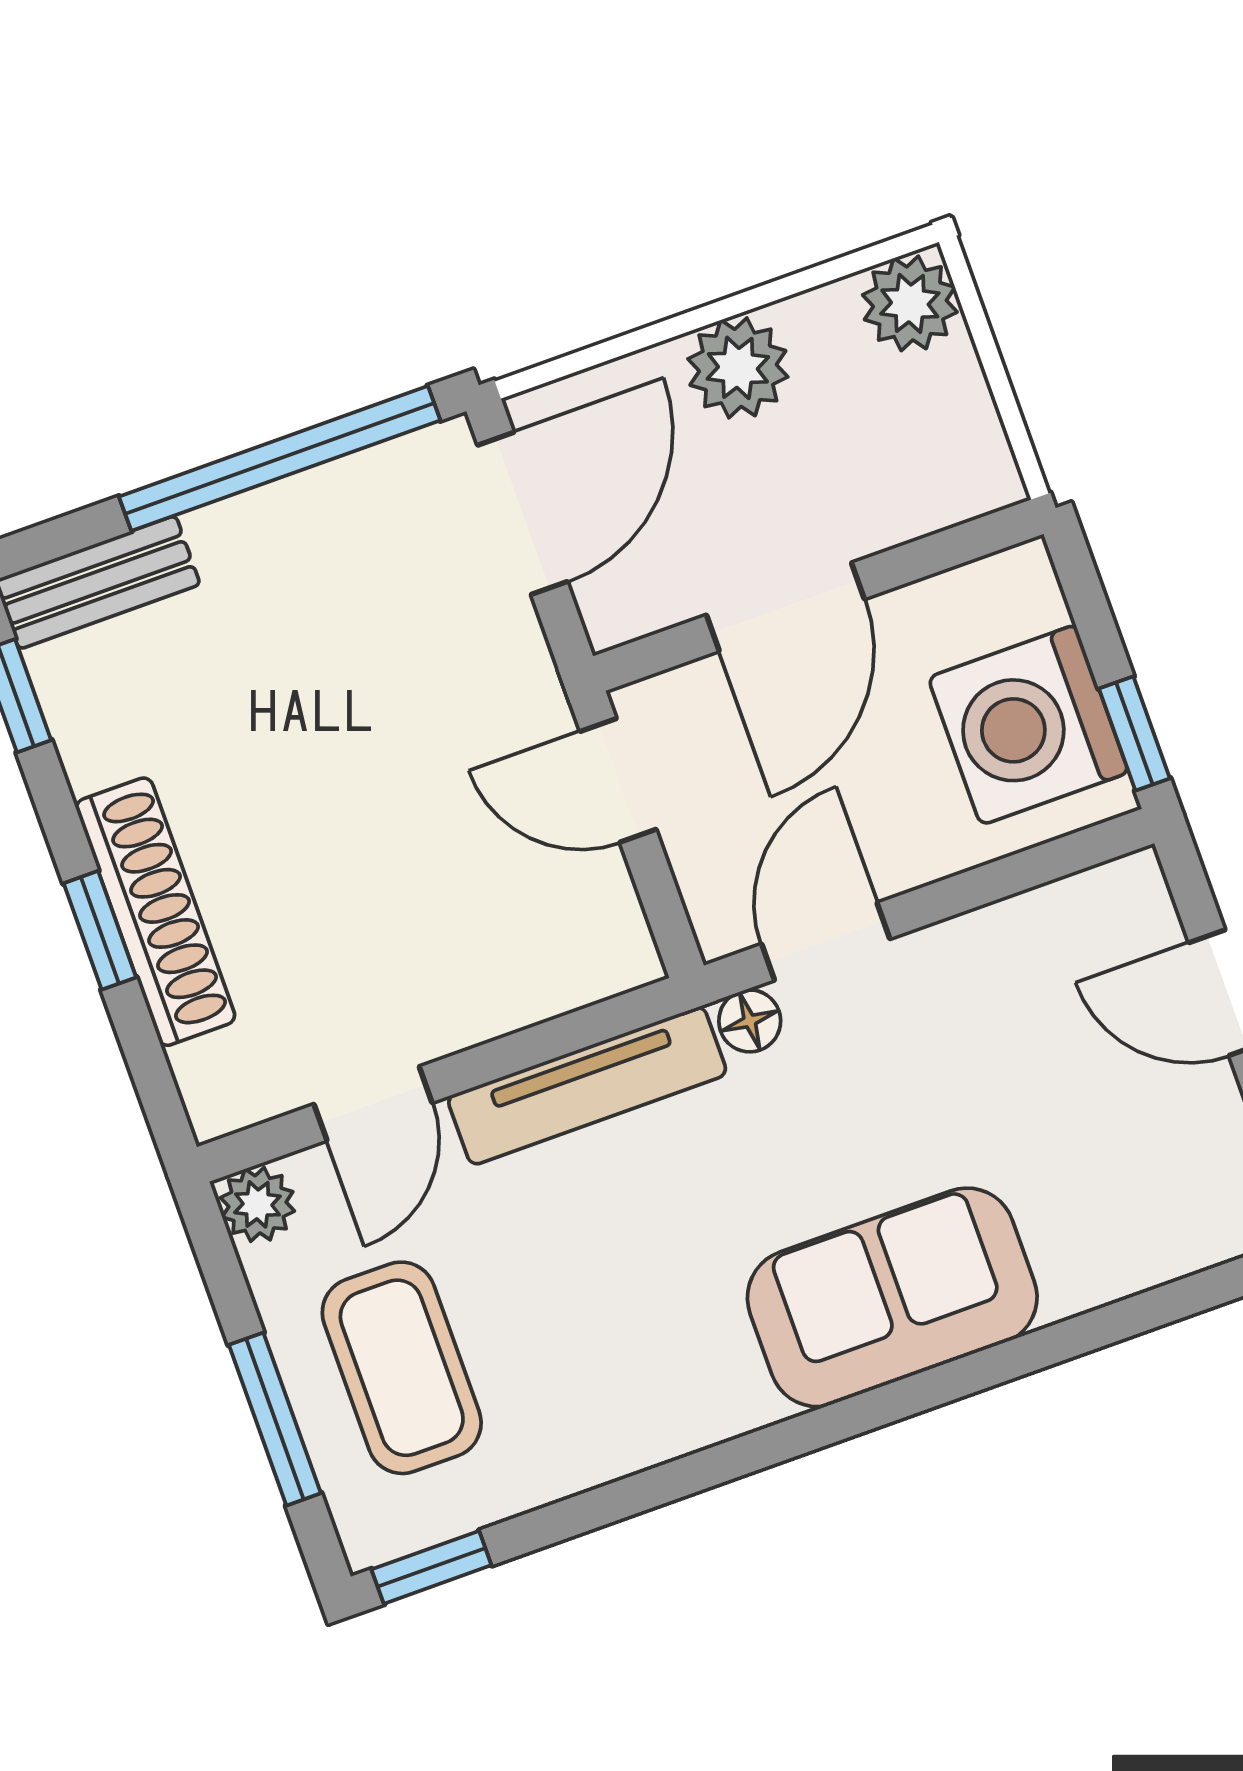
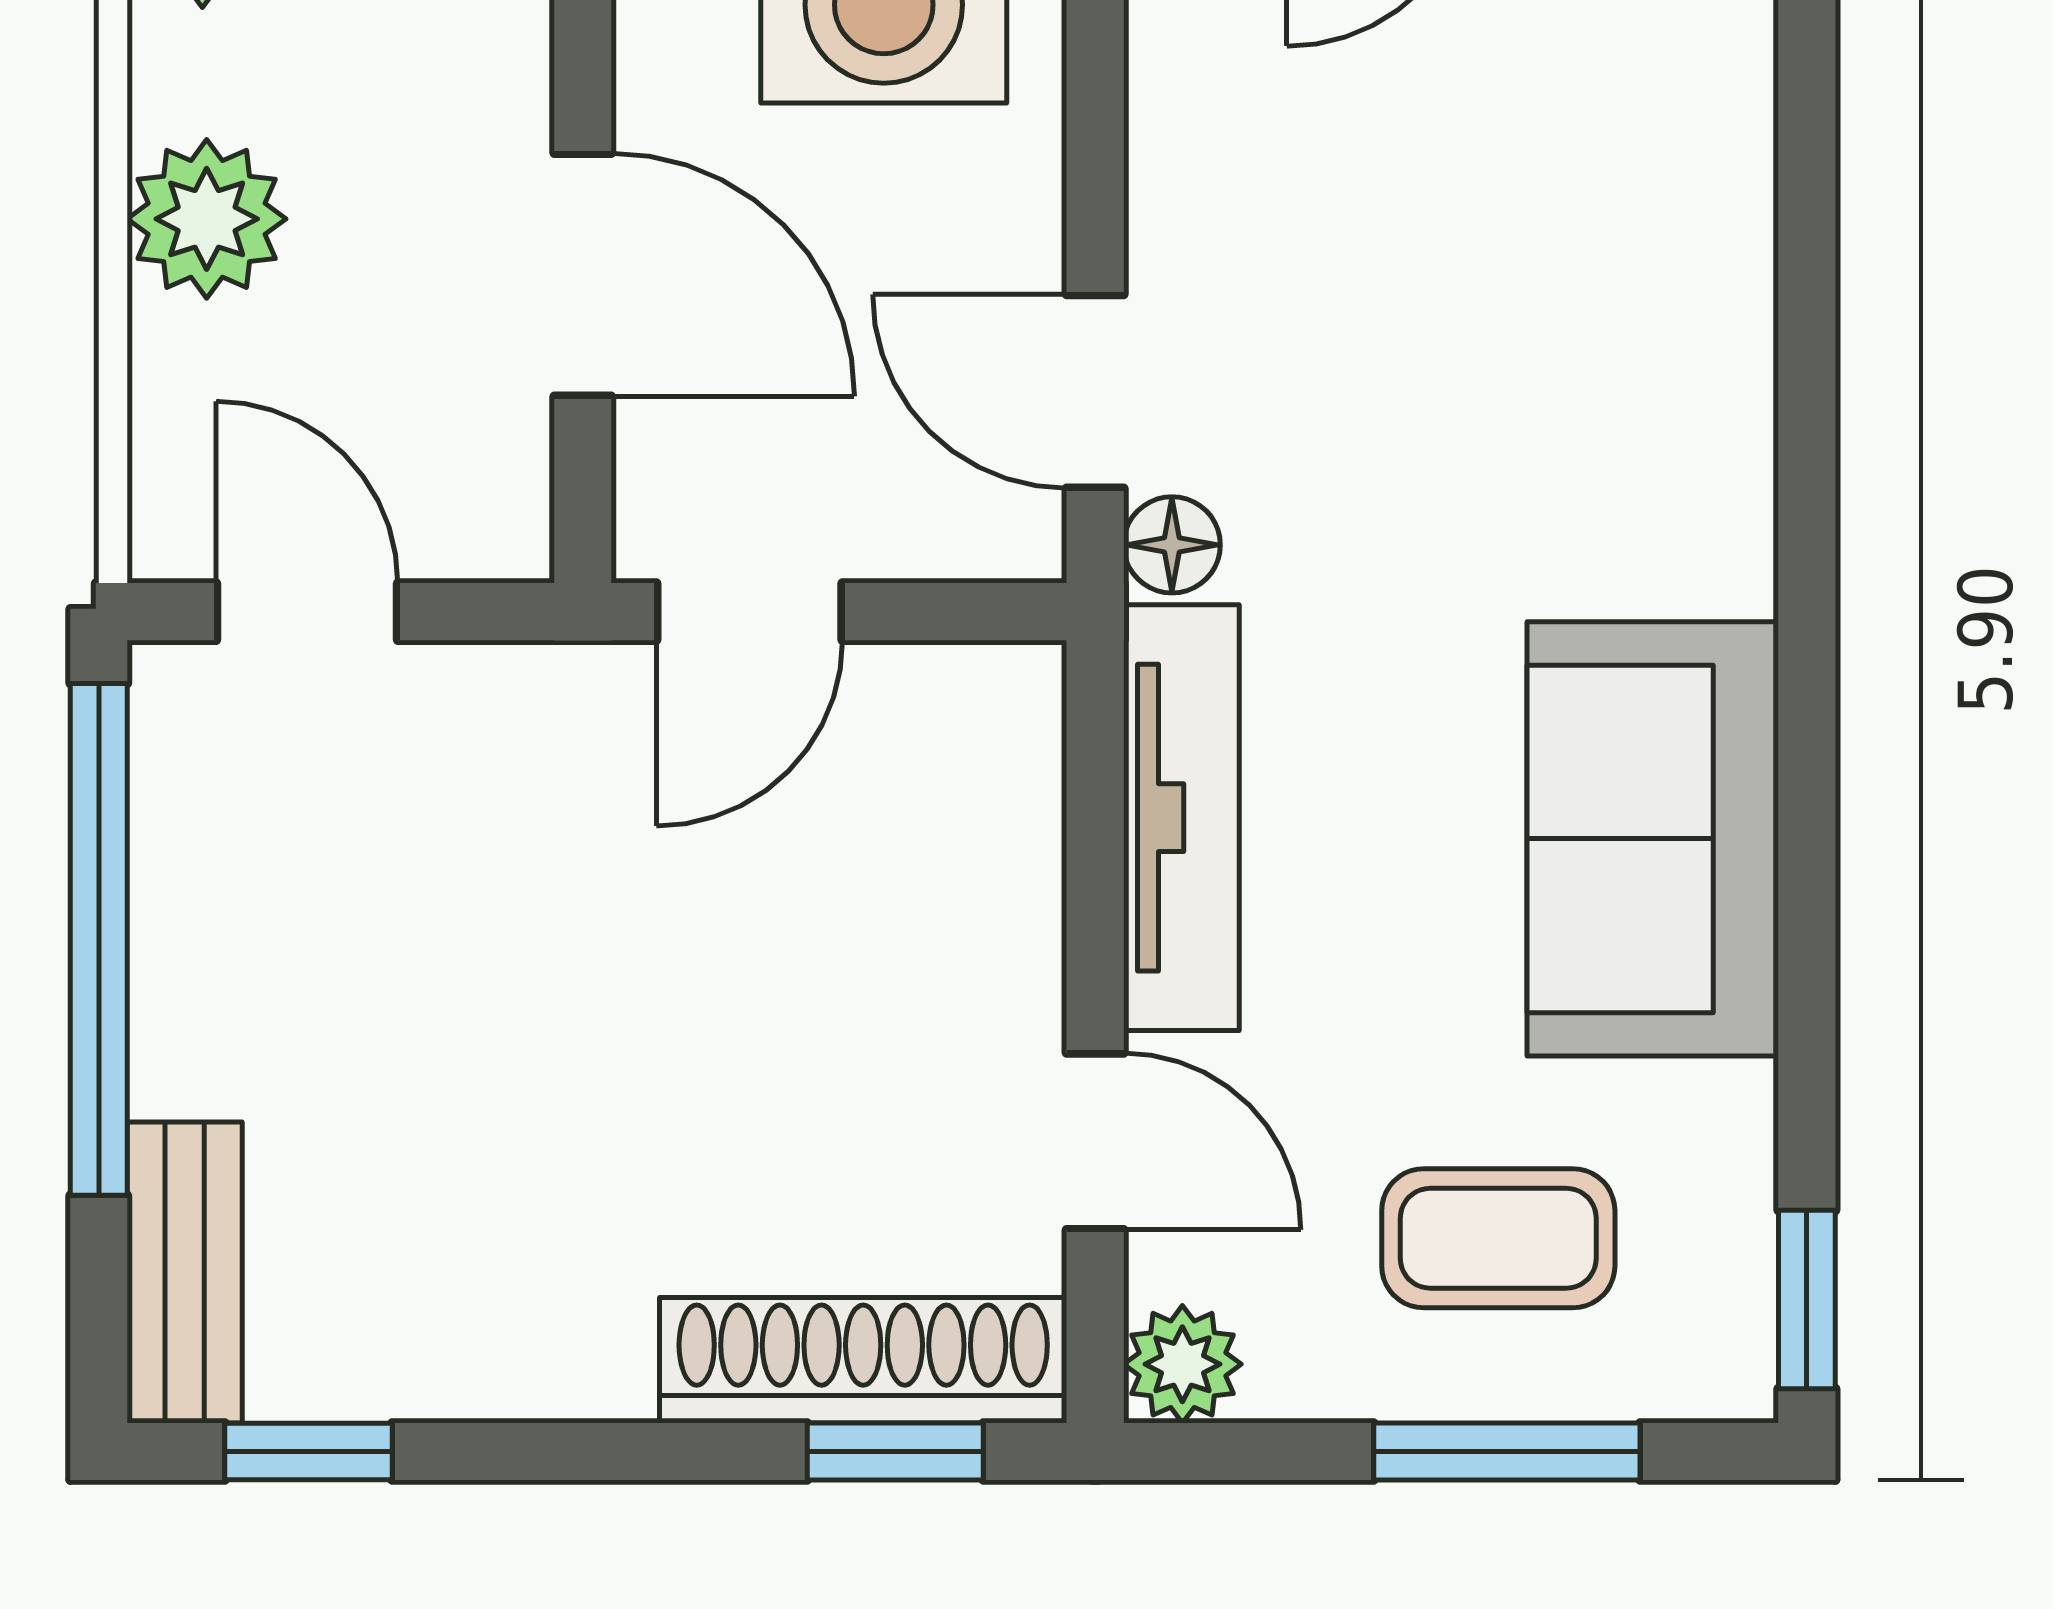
door: (522, 513) -> (307, 612), width x0.73
shoe rack: (155, 912) -> (863, 1360), moved
window: (100, 930) -> (895, 1451), moved
sofa: (892, 1297) -> (1653, 839), moved
coffee table: (402, 1368) -> (1498, 1238), width x0.73, depth x0.77

